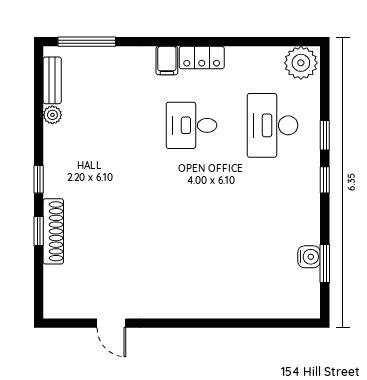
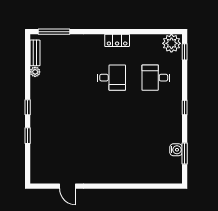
filing cabinet: (167, 61) -> (98, 42), removed
desk: (191, 125) -> (111, 78), turned 180
desk: (273, 125) -> (156, 78), width x0.73
window: (325, 135) -> (185, 52), moved
shoe rack: (53, 231) -> (36, 136), removed

